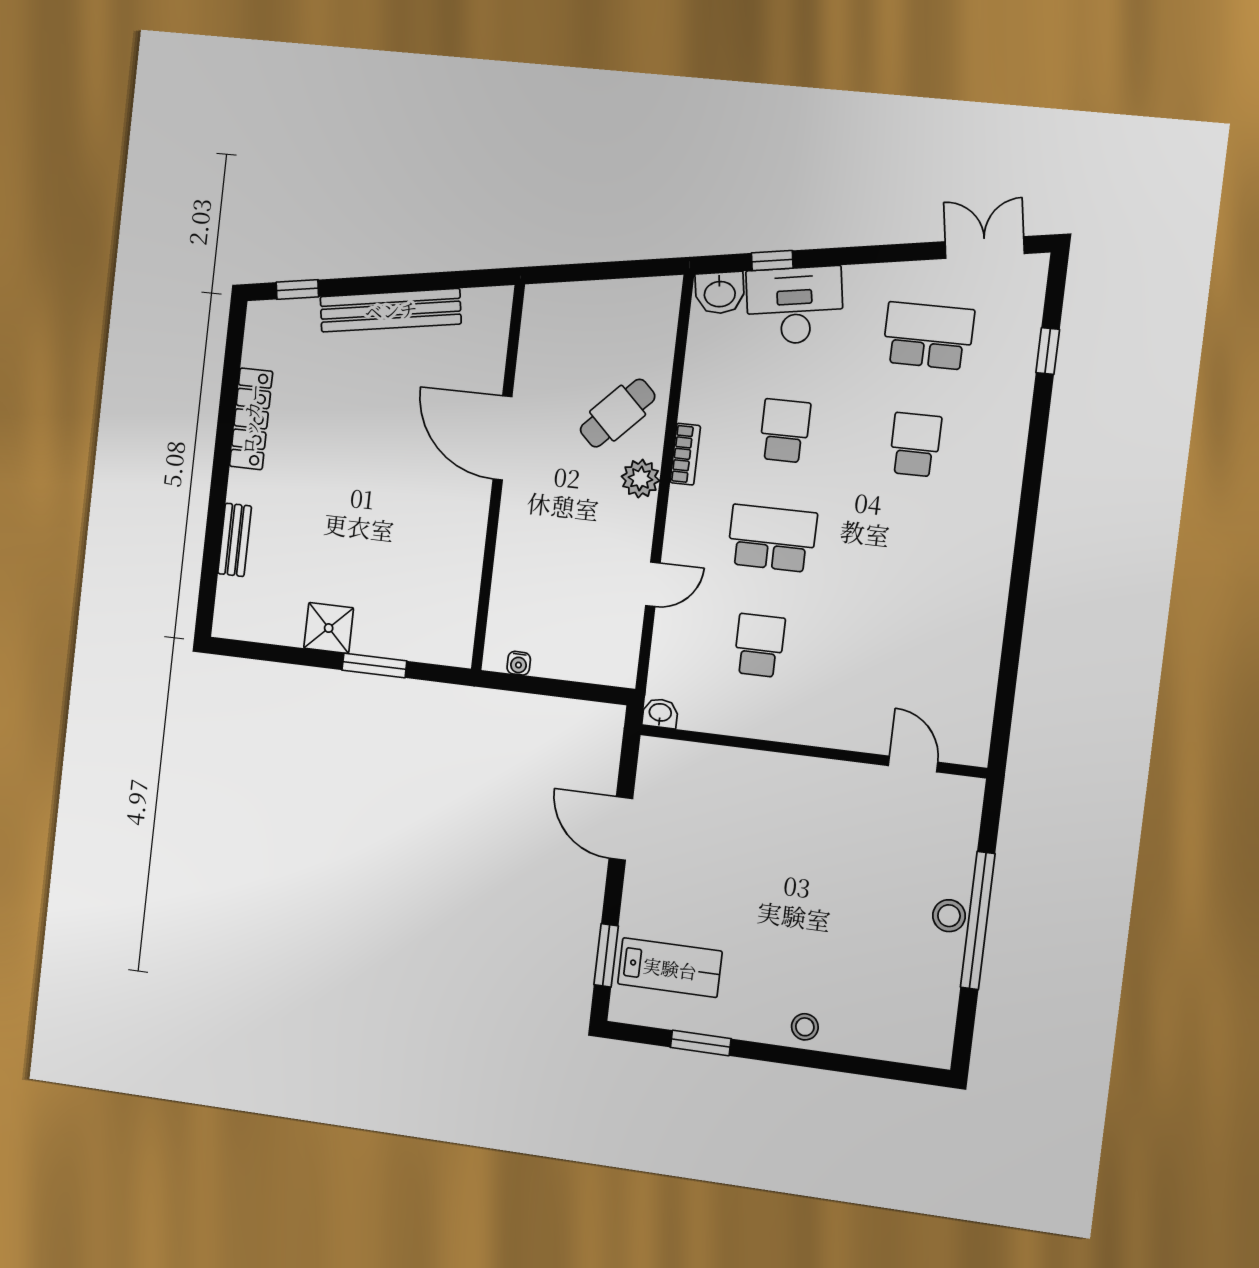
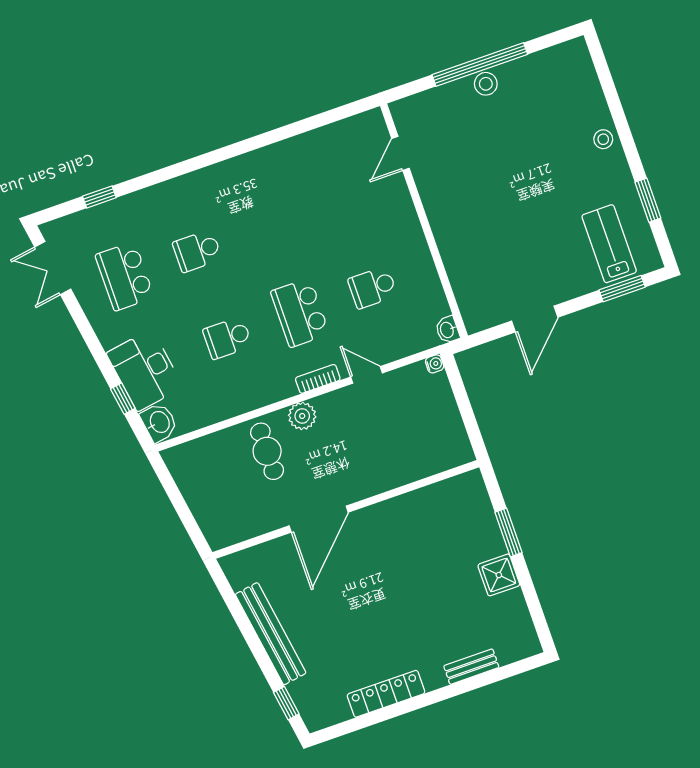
cafe table: (618, 413) -> (267, 451), turned 46
bookcase: (685, 454) -> (318, 379), moved
water cooler: (519, 663) -> (435, 364), moved

